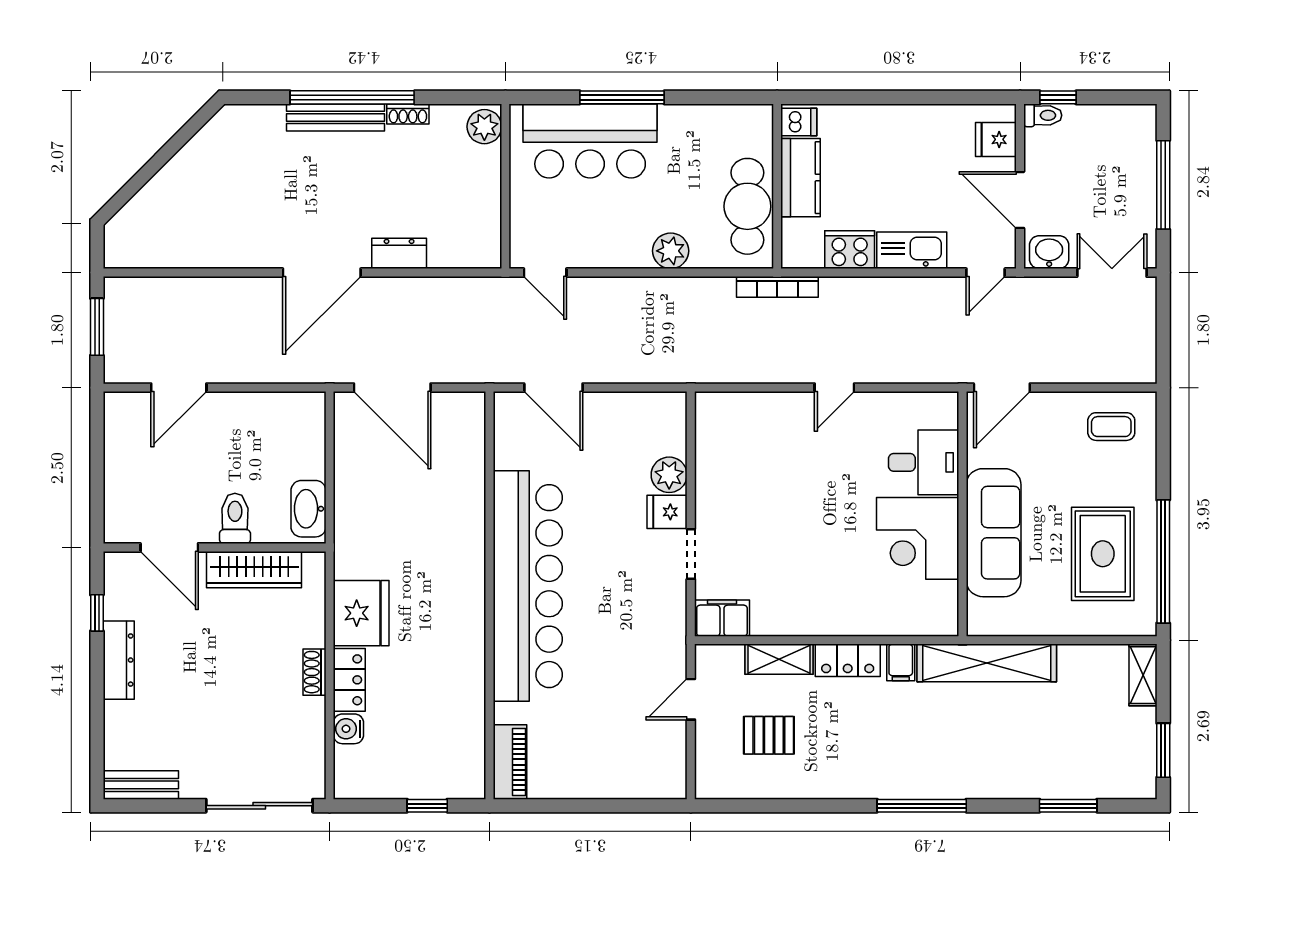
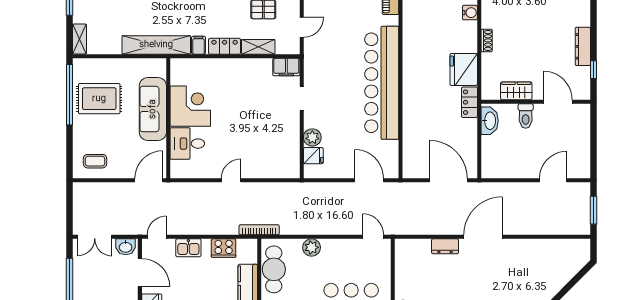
kitchen sink: (912, 250) -> (188, 248), width x0.73
fridge: (667, 512) -> (313, 156), moved
rug: (1103, 554) -> (99, 99), turned 90
wardrobe: (254, 570) -> (516, 91), width x0.67
locker: (349, 680) -> (469, 102), moved

